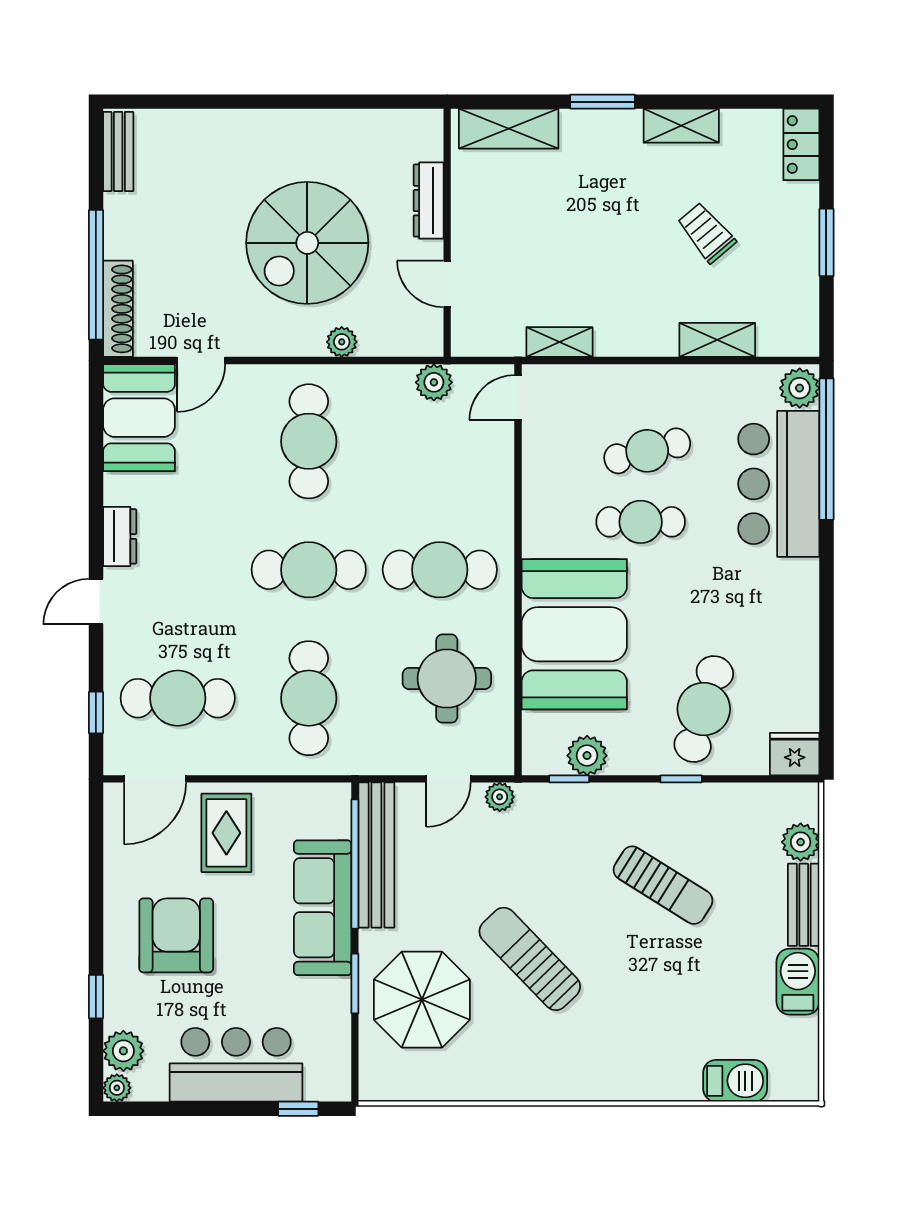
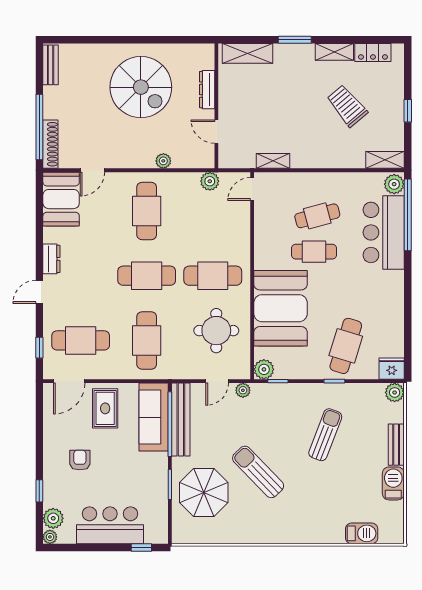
locker: (801, 144) -> (373, 52), moved, turned -90
trolley: (706, 233) -> (347, 106), width x1.36, depth x1.39
window: (826, 242) -> (408, 111), width x0.67
spiral stairs: (307, 243) -> (141, 87), moved, turned -90
shelving: (717, 340) -> (385, 160), moved
plant: (587, 756) -> (264, 369), moved
plant: (801, 842) -> (395, 392), moved
sun lounger: (663, 885) -> (325, 435), turned -101
sofa: (323, 908) -> (154, 417), moved
armchair: (176, 935) -> (80, 460), width x0.53, depth x0.53

